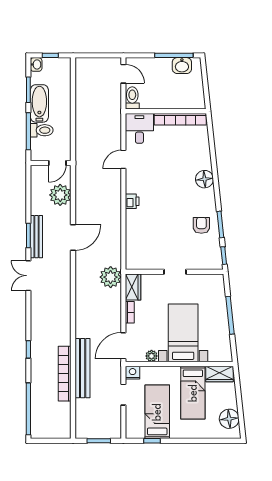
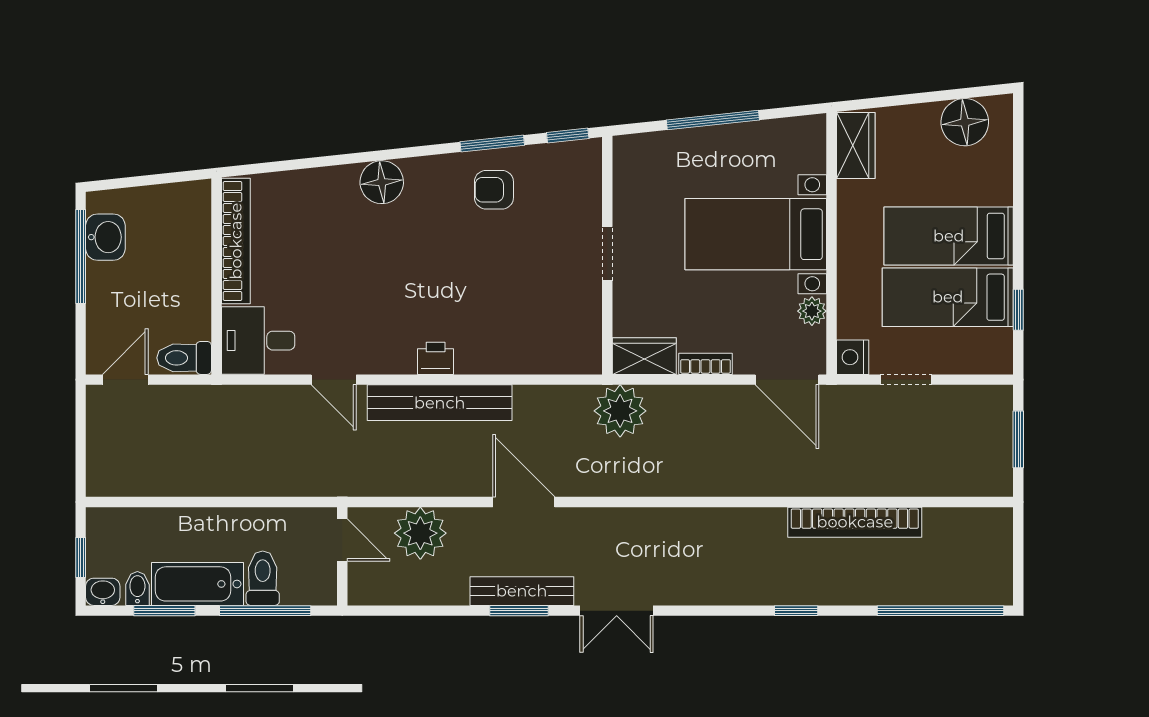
bidet: (38, 79) -> (137, 589), added
bench: (83, 368) -> (440, 403), moved
bed: (193, 393) -> (949, 236), moved, turned 180

